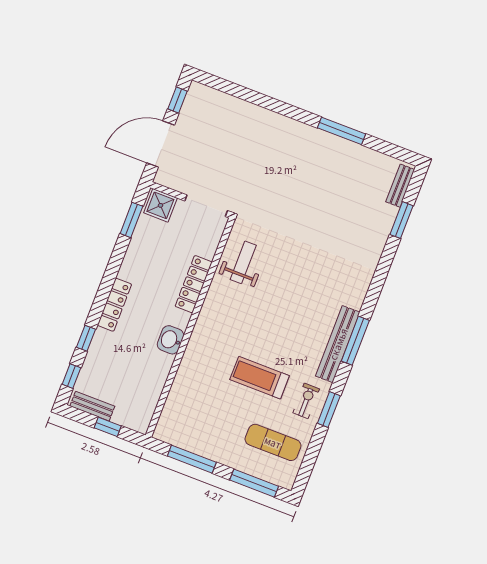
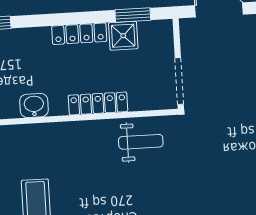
shower: (160, 205) -> (123, 36), moved
locker: (114, 305) -> (79, 34), moved

